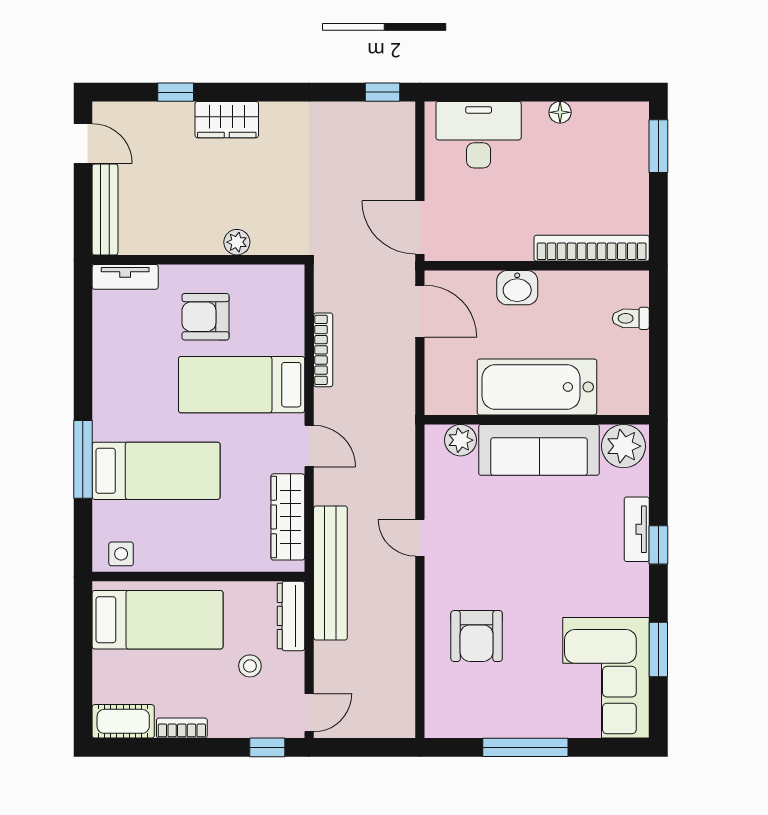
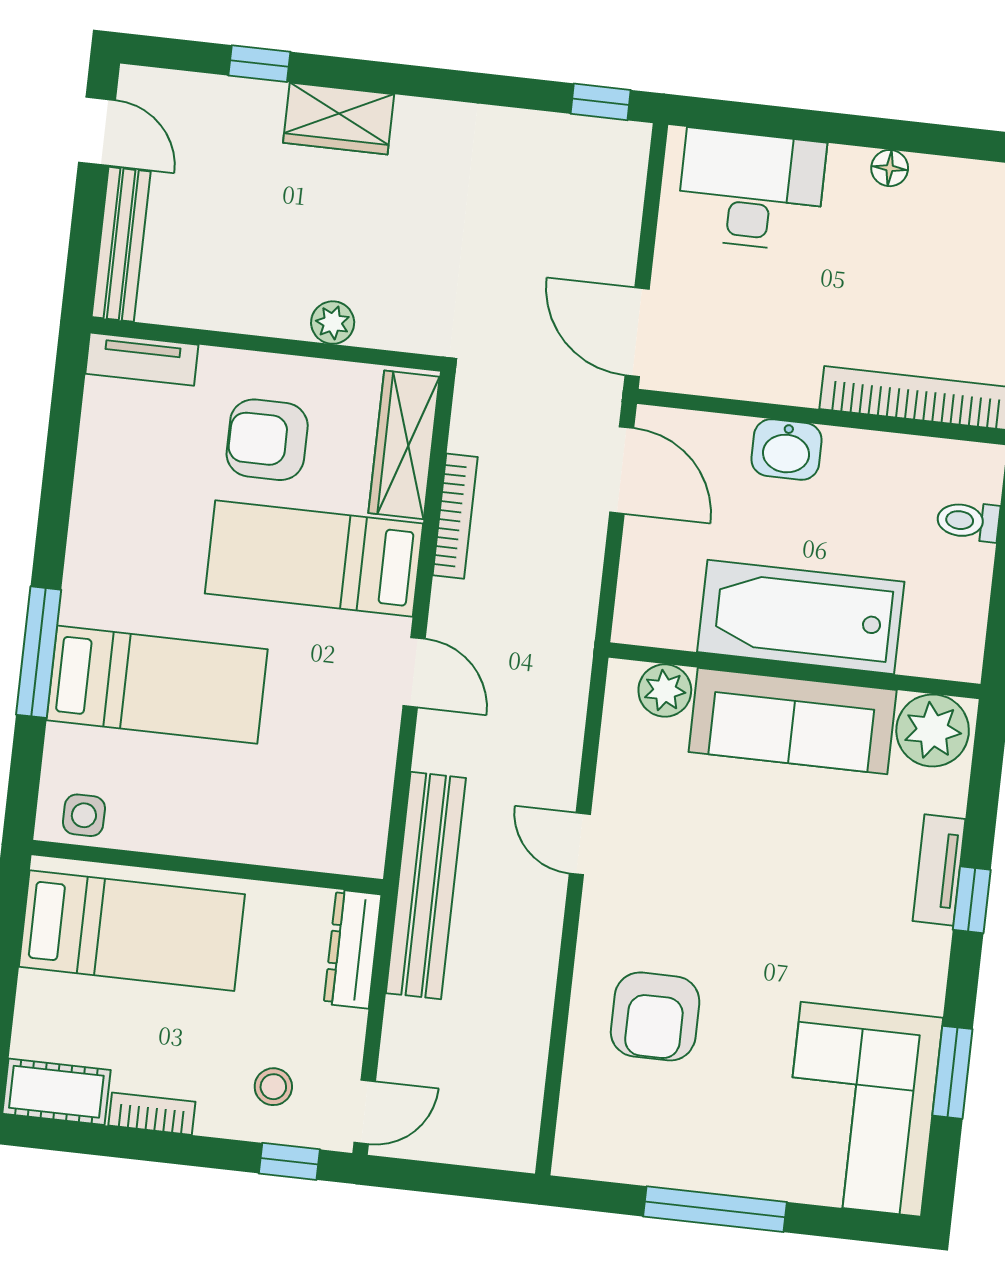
wardrobe: (288, 517) -> (404, 445), moved
stool: (250, 666) -> (273, 1087), moved

